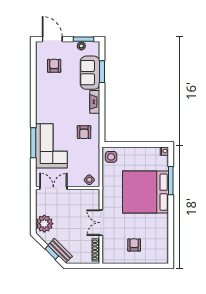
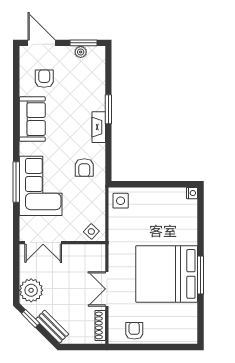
window: (102, 72) -> (108, 109), moved
sofa: (90, 73) -> (32, 119), moved, turned 180
window: (171, 181) -> (201, 275), moved
double door: (53, 188) -> (43, 243), swing flipped
bed: (145, 192) -> (167, 274), moved
armchair: (134, 245) -> (134, 331), moved
window: (52, 253) -> (30, 318), moved

